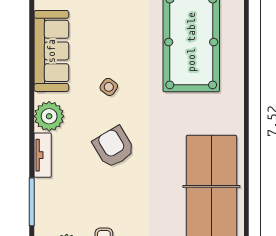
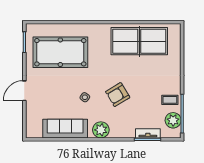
tv unit: (43, 155) -> (148, 133), moved

